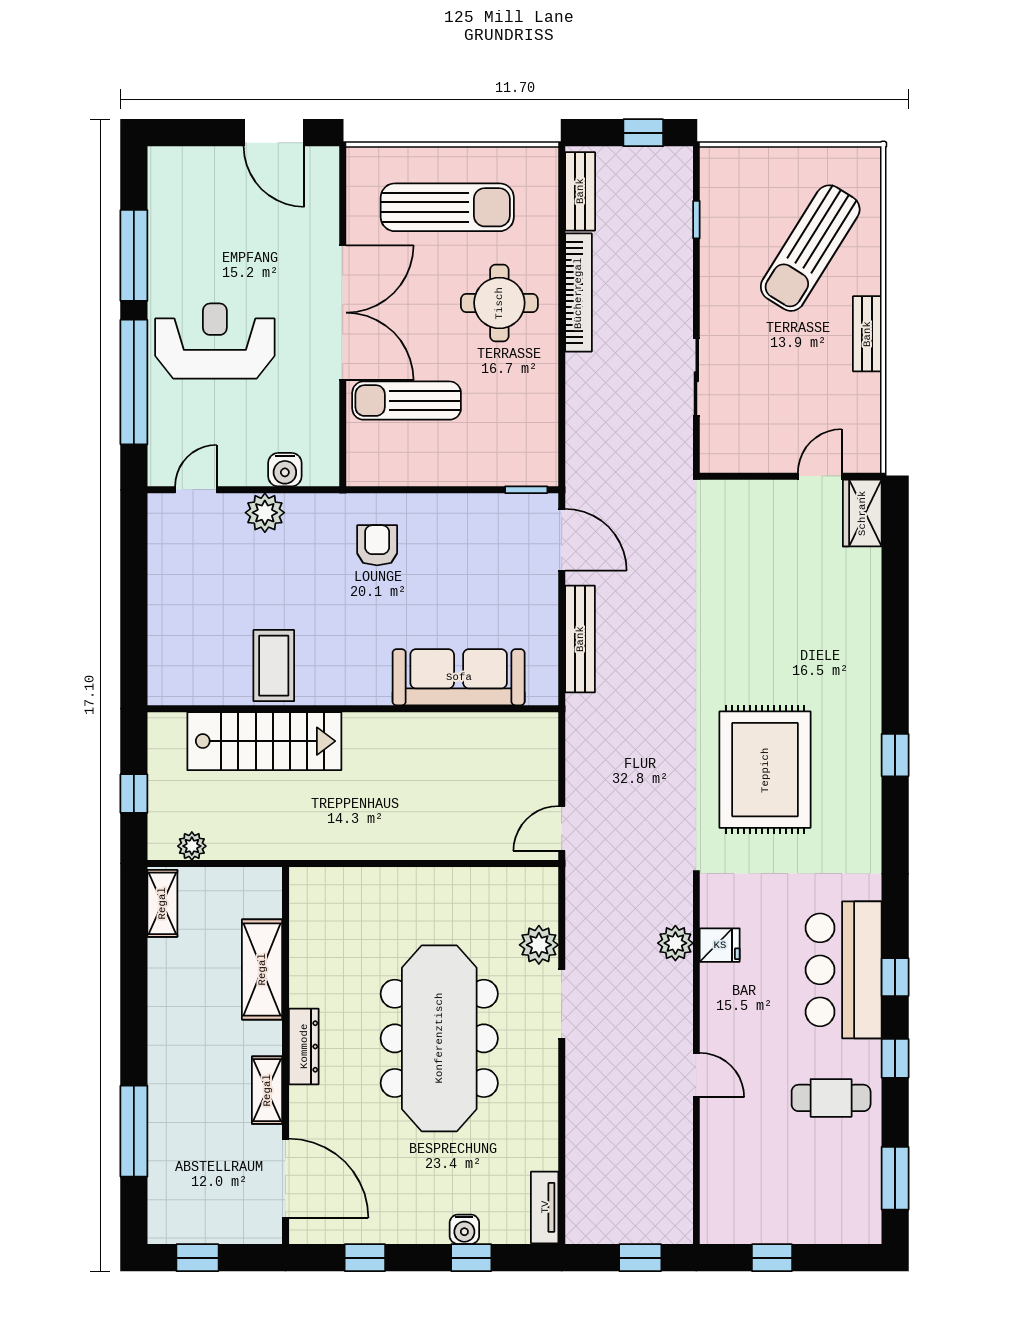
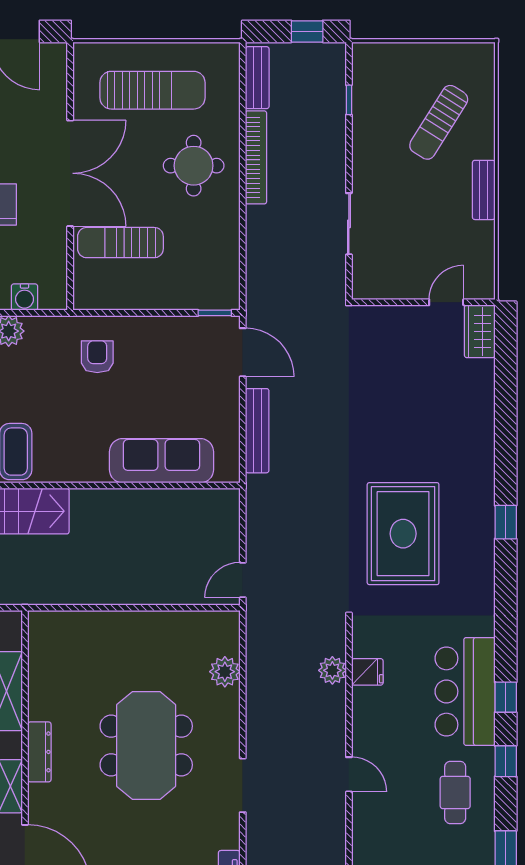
sun lounger: (810, 248) -> (439, 122), width x0.73, depth x0.75
doorway: (562, 1004) -> (243, 785), moved
meeting table: (439, 1038) -> (146, 746), width x0.73
cafe table: (831, 1098) -> (455, 792), turned 90

